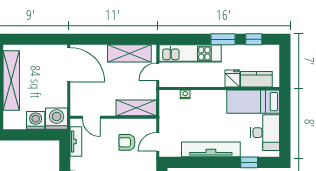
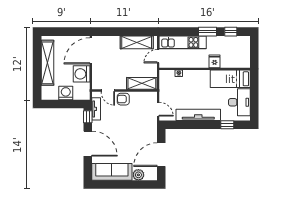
door: (69, 65) -> (91, 51), swing flipped
kitchen counter: (256, 79) -> (233, 62), removed
washing machine: (57, 119) -> (82, 74), moved, turned -90
armchair: (127, 142) -> (123, 99), moved
door: (158, 142) -> (158, 109), swing flipped
window: (65, 152) -> (88, 117), added

